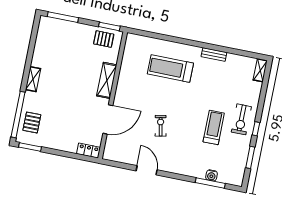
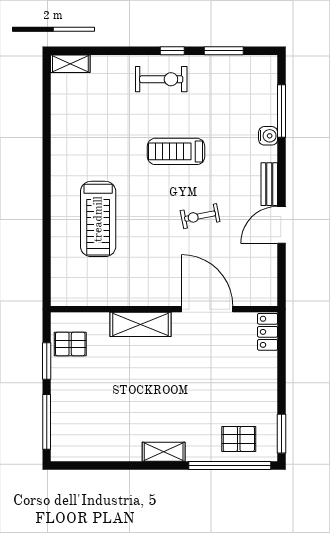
window: (109, 26) -> (47, 361), moved
pallet: (104, 39) -> (70, 344), turned 90
bench: (214, 54) -> (269, 184), moved
treadmill: (214, 127) -> (176, 151), moved
water cooler: (211, 175) -> (268, 136), moved

